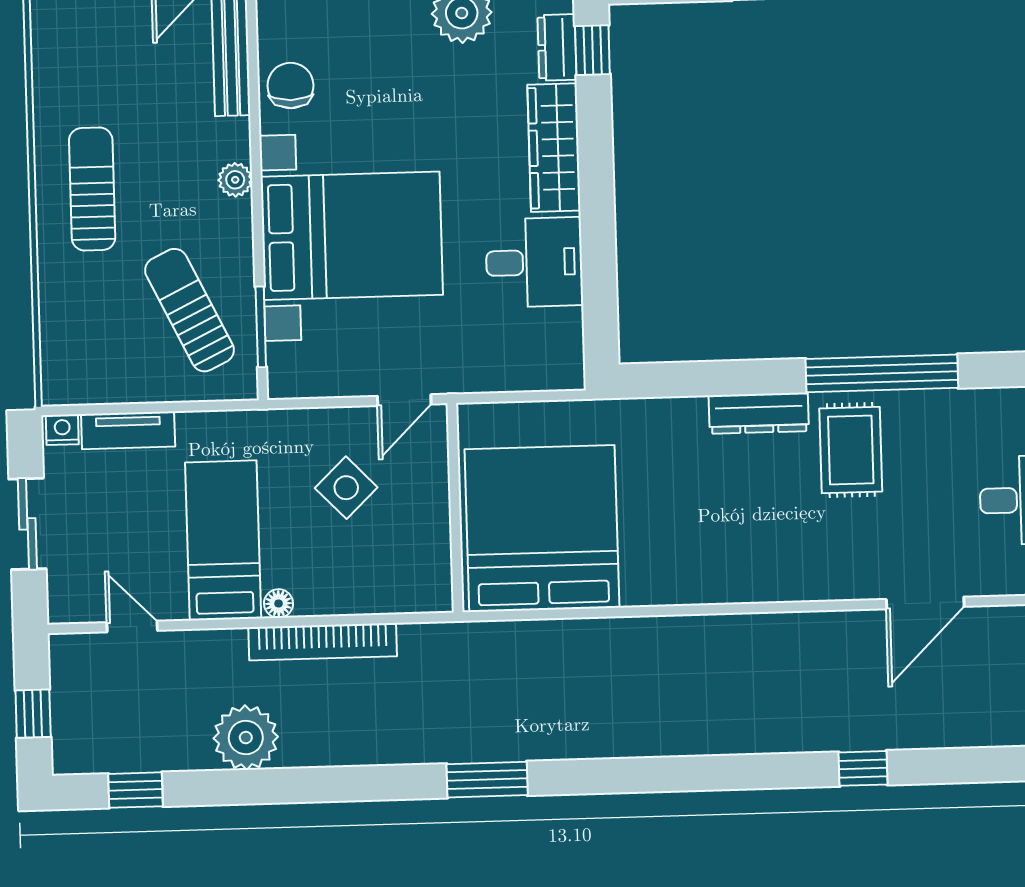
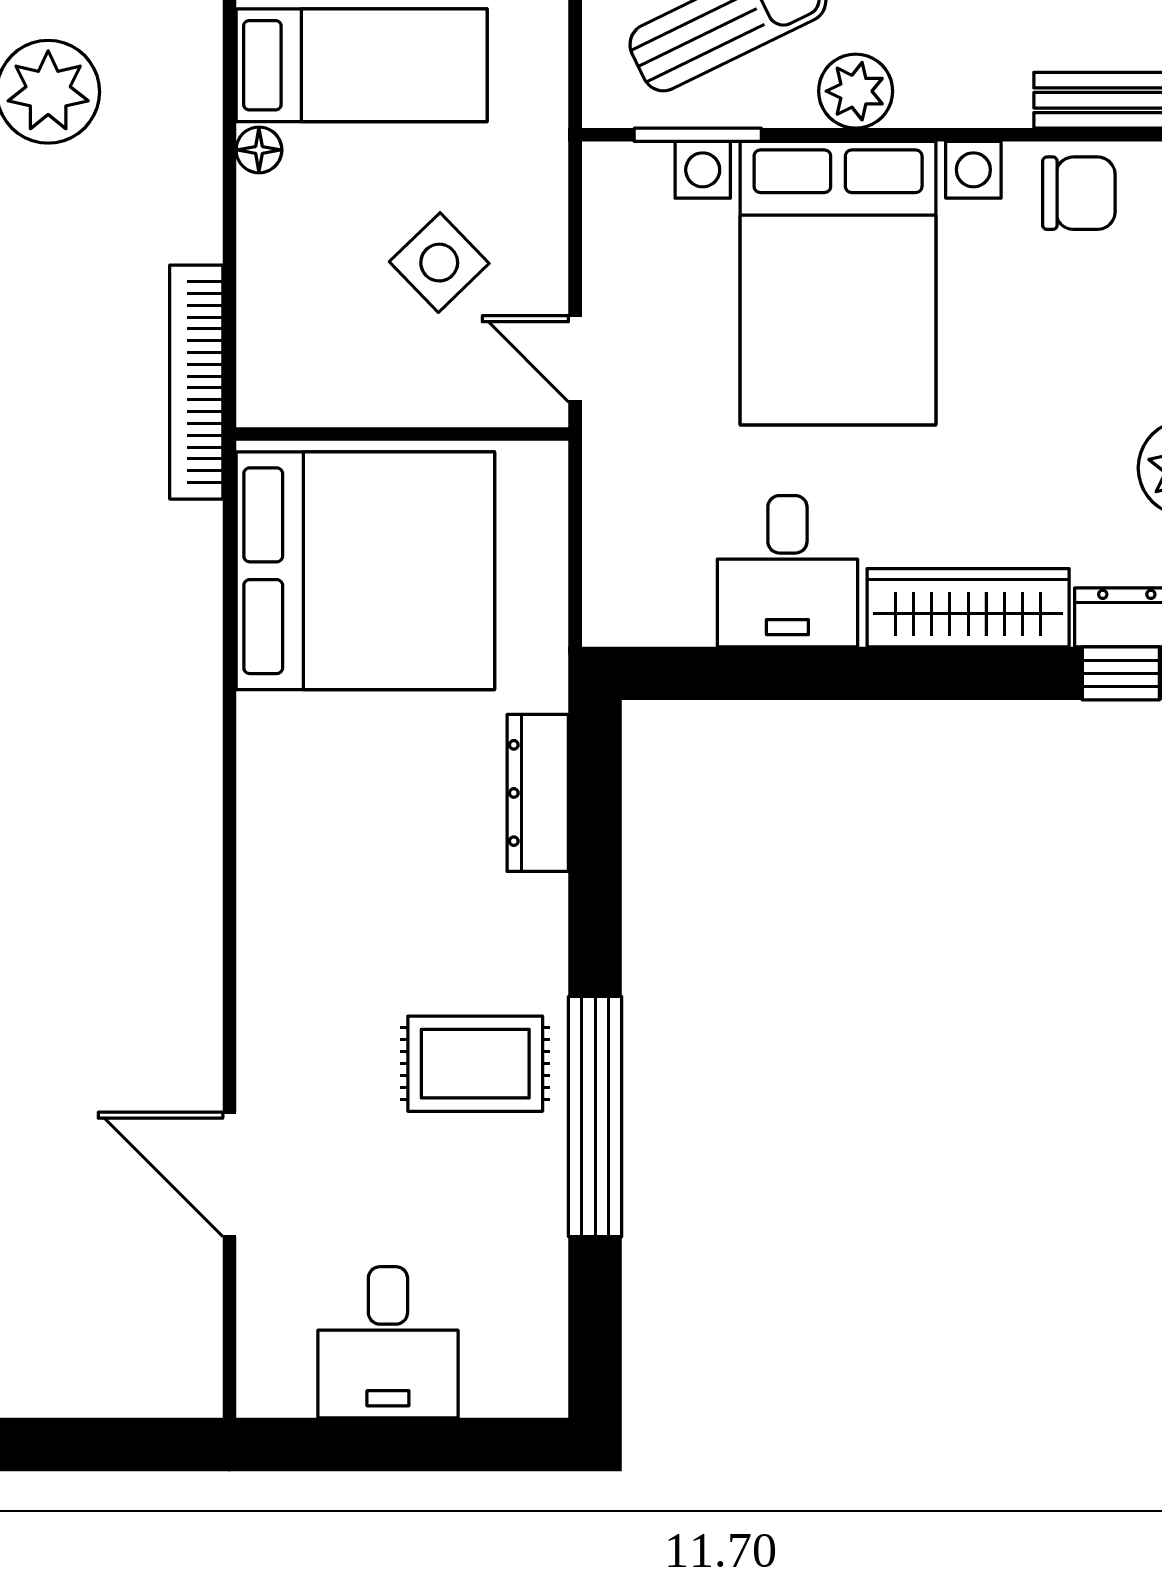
plant: (235, 180) -> (856, 91), moved, width x1.38, depth x1.38
dresser: (759, 413) -> (538, 793), moved
bookcase: (323, 642) -> (196, 382), moved

